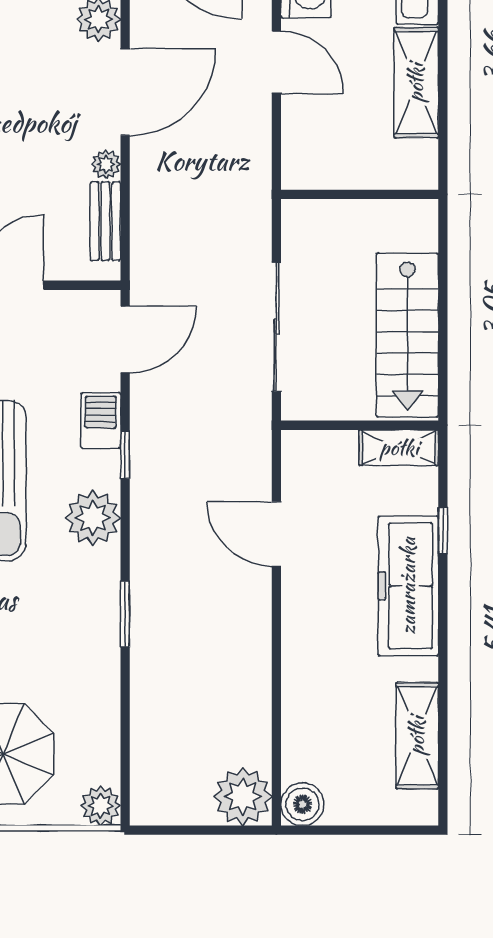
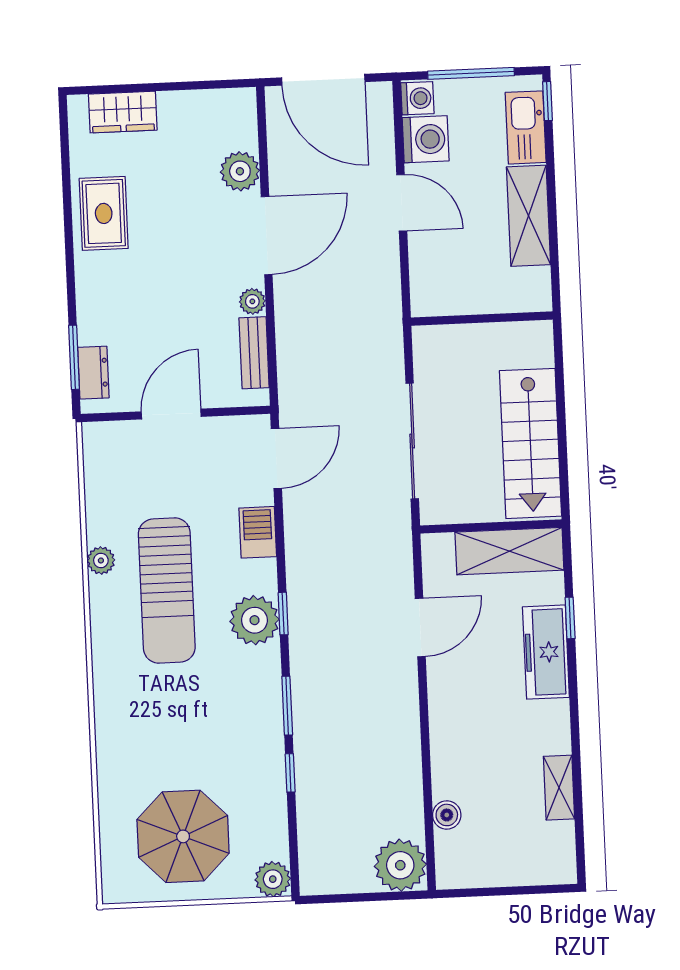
shelving: (399, 448) -> (509, 551), width x1.50, depth x1.33
window: (125, 455) -> (283, 614), moved
door: (276, 534) -> (420, 627), swing flipped
freezer: (408, 586) -> (546, 652), width x0.73, depth x0.79
window: (125, 689) -> (290, 773), added
shelving: (417, 736) -> (559, 788), width x0.67, depth x0.75
boiler: (302, 804) -> (447, 815), moved, width x0.73, depth x0.73

